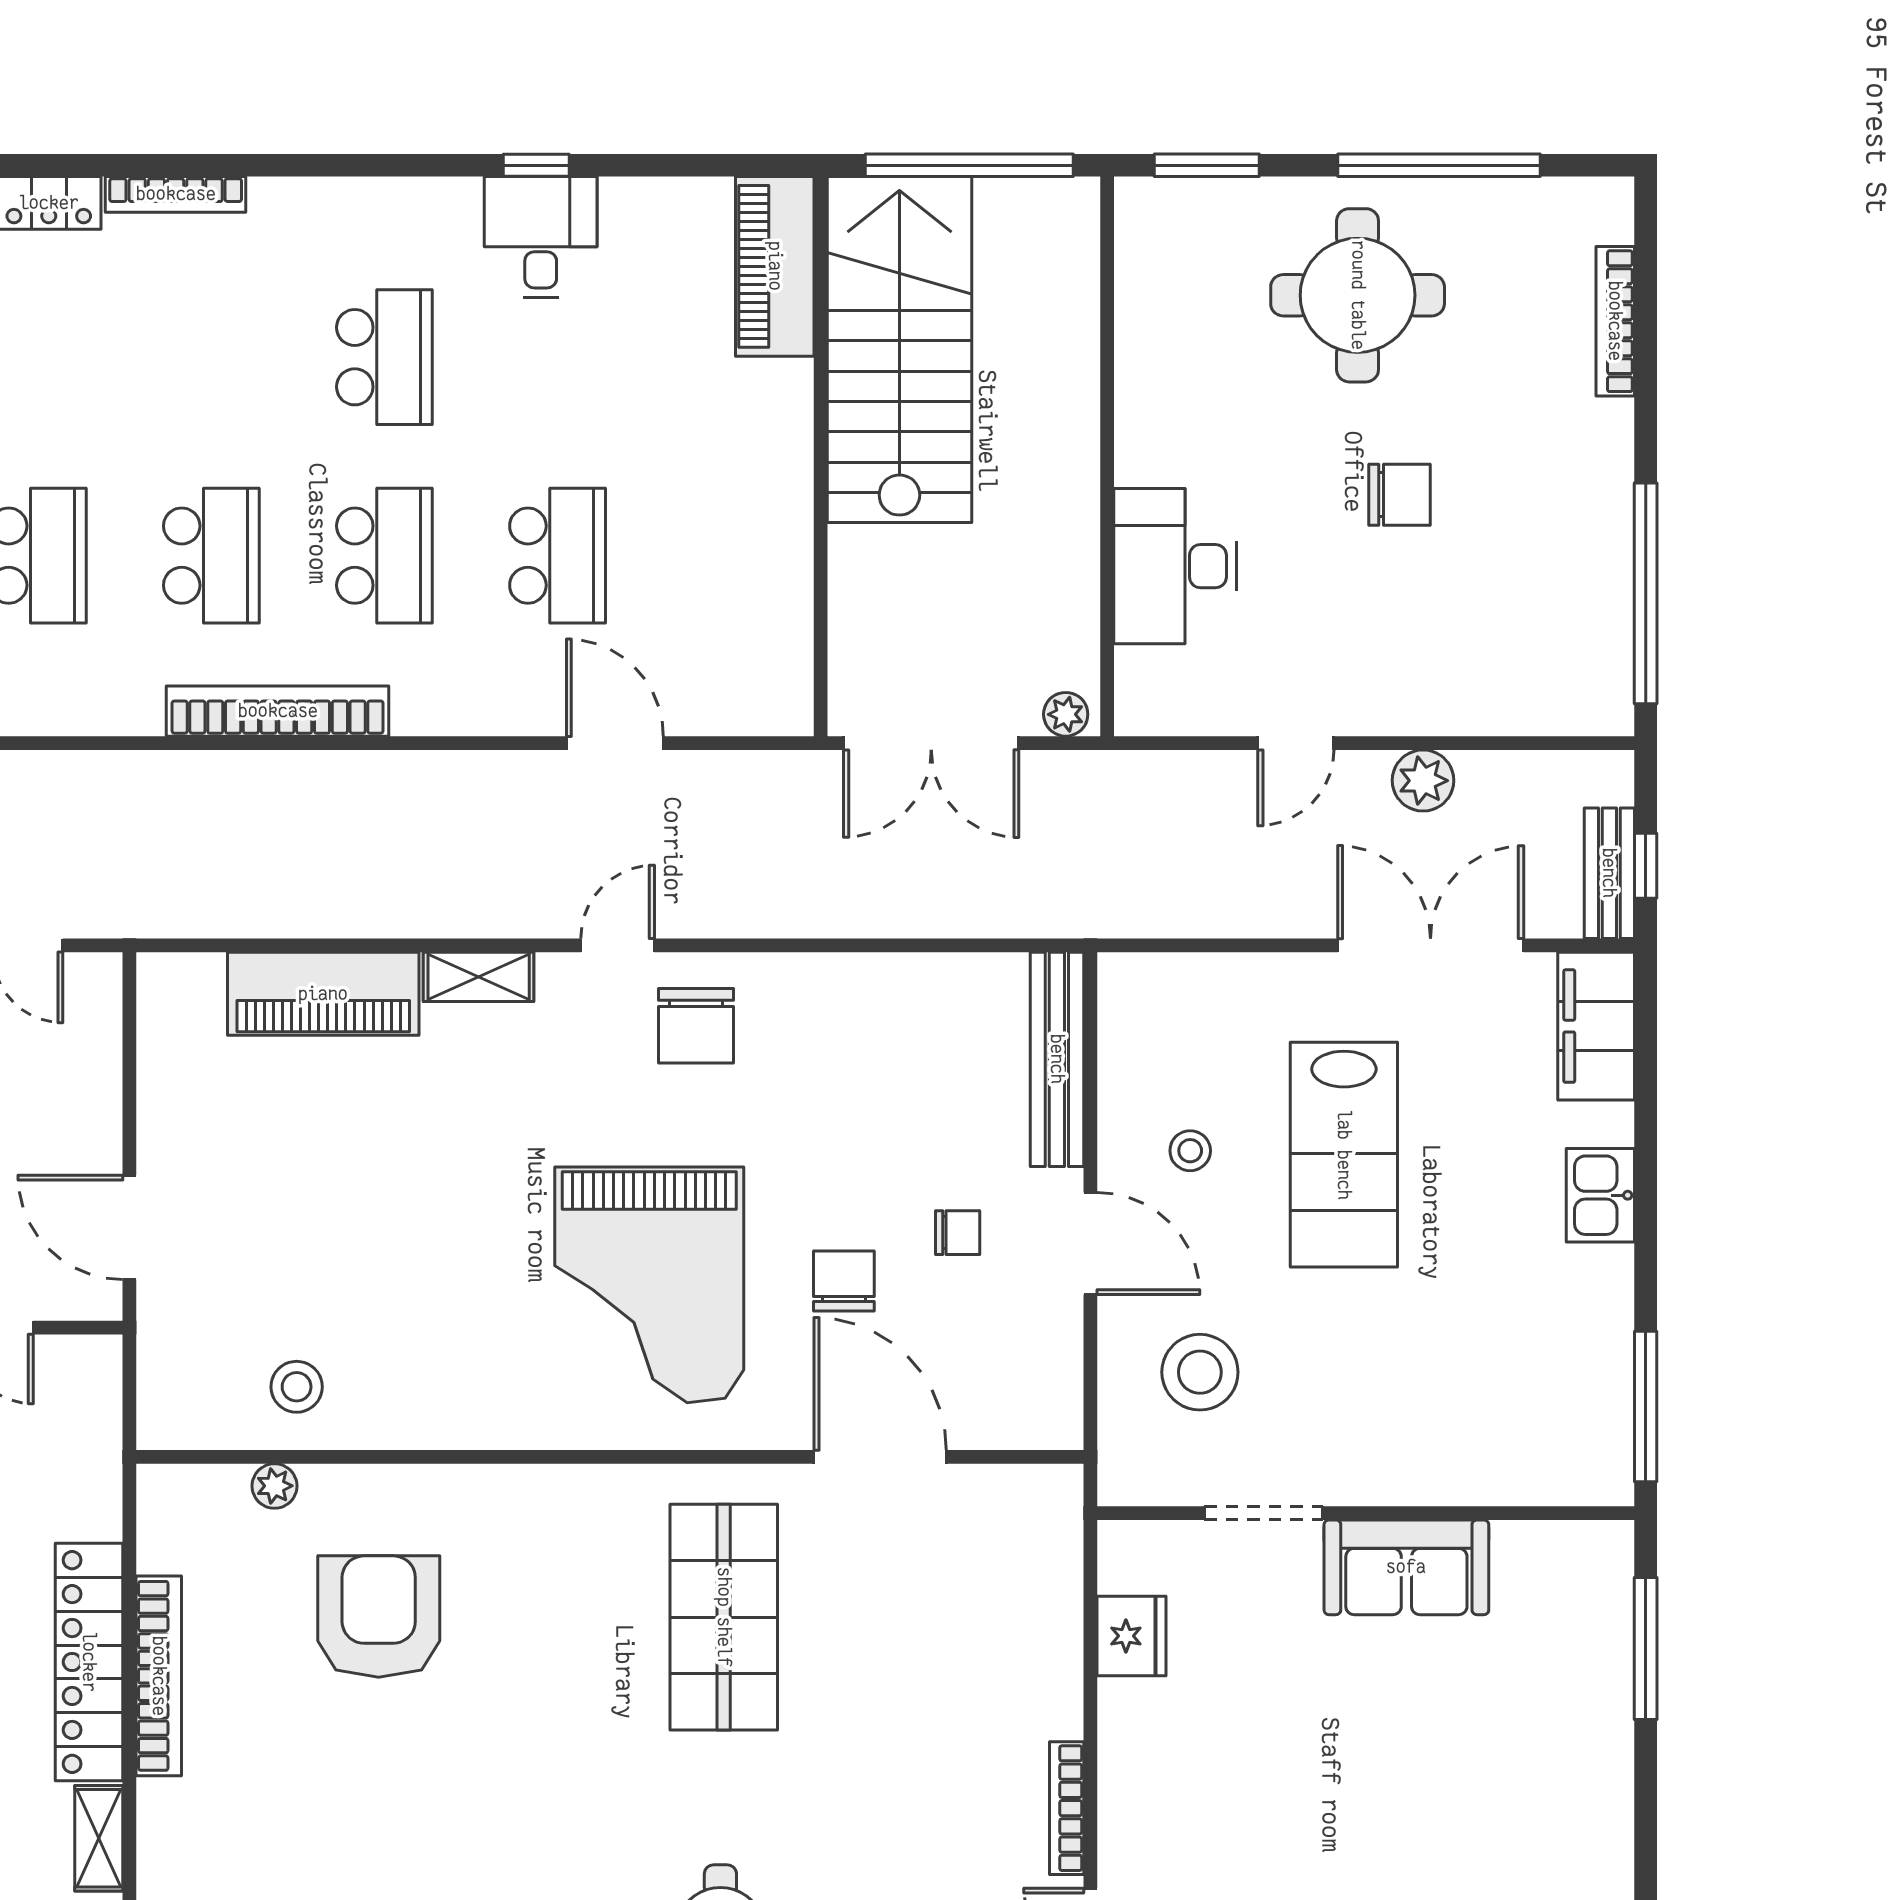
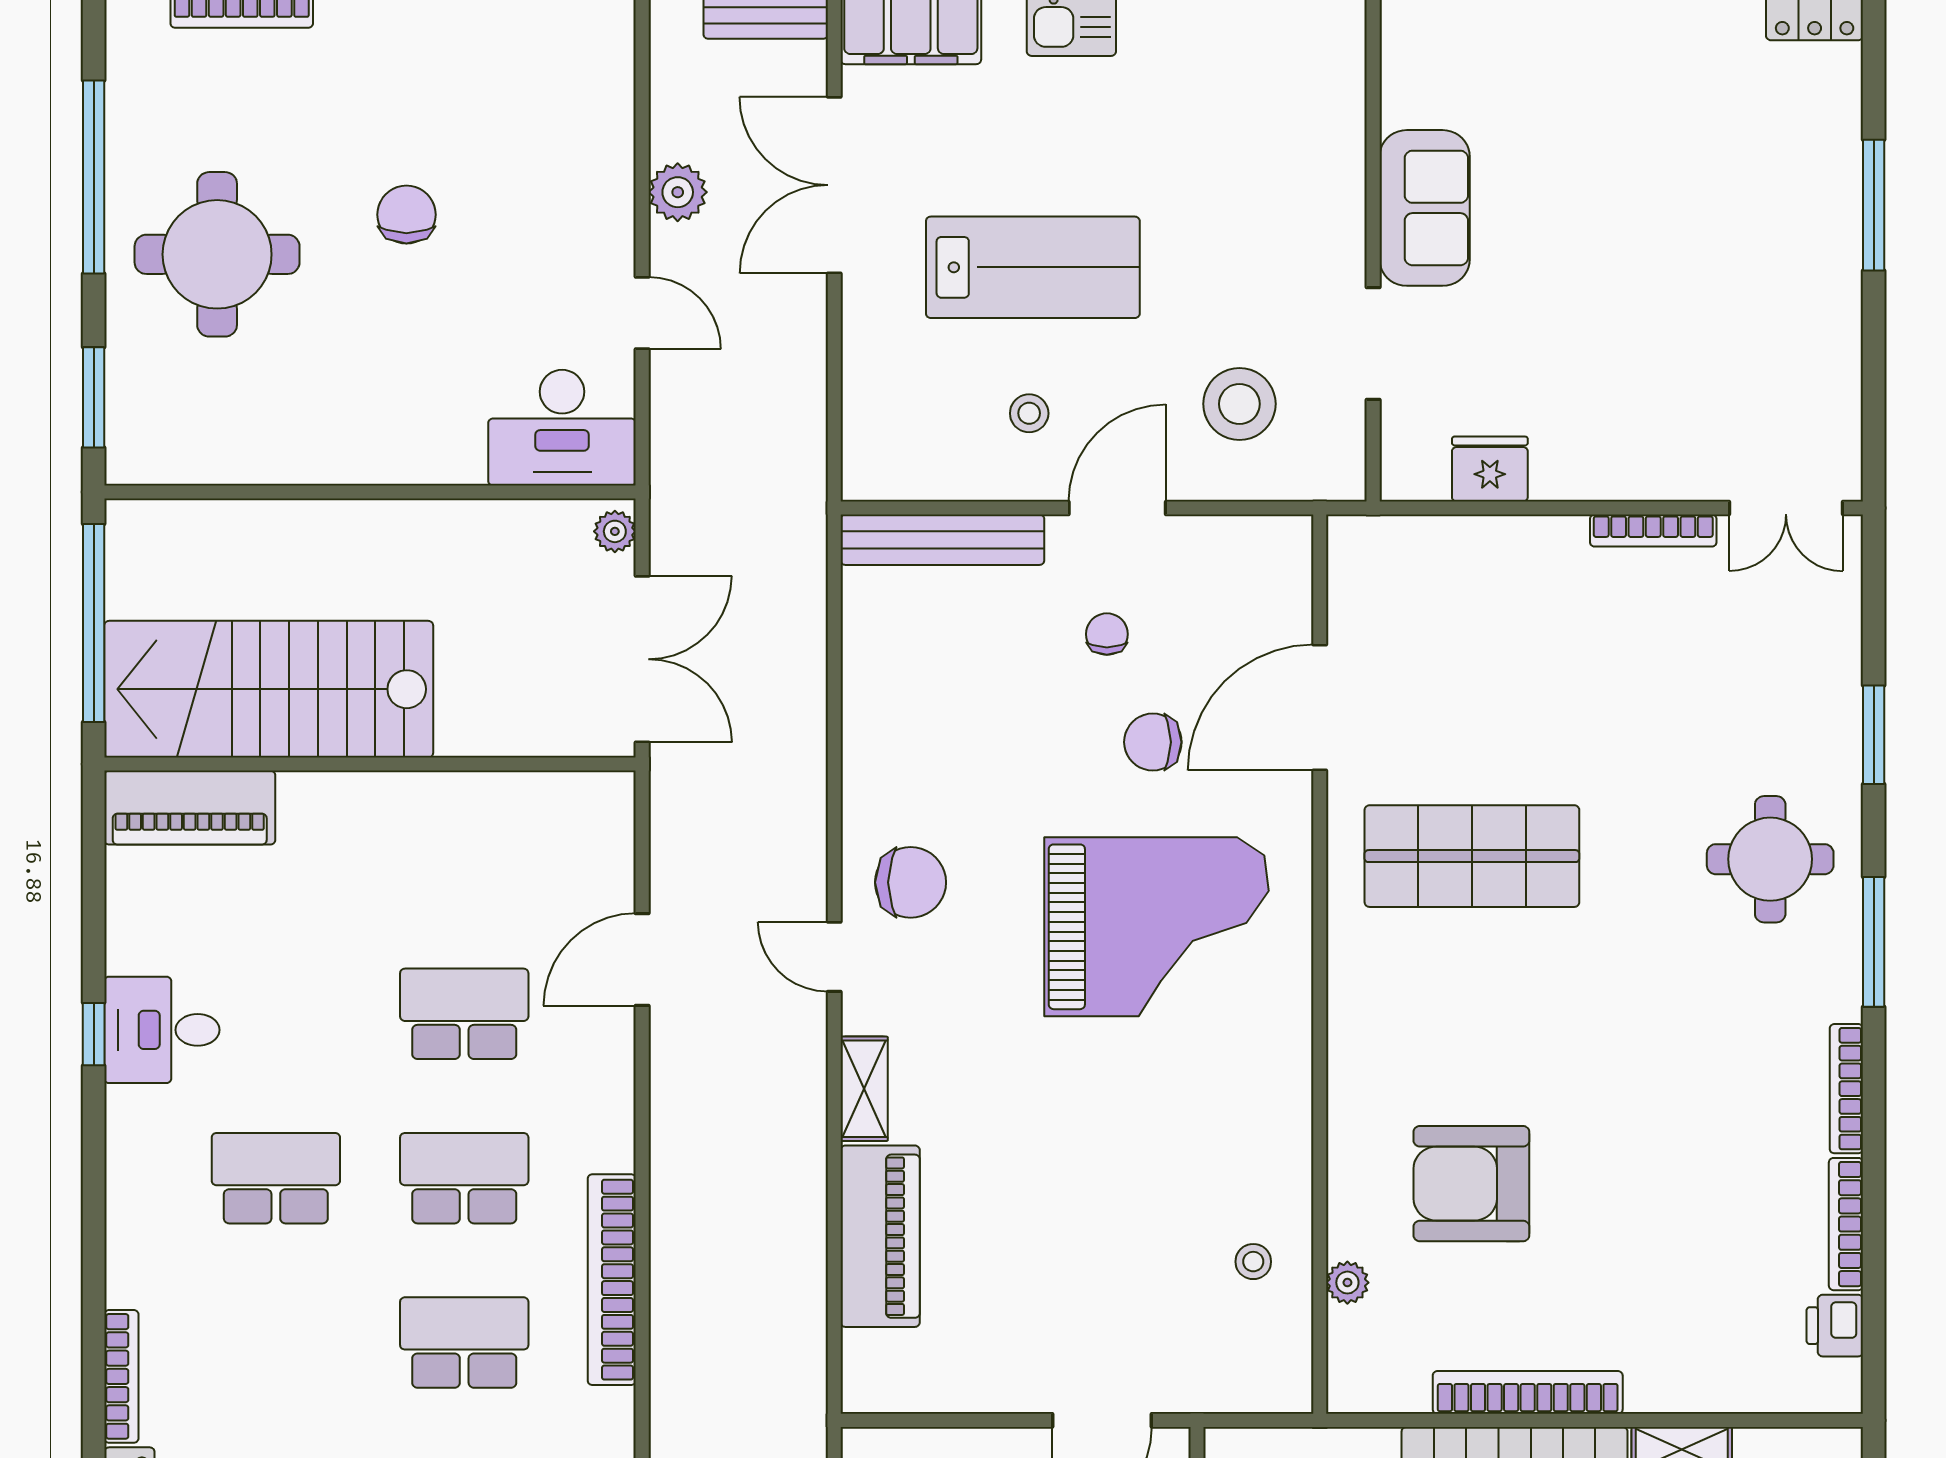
desk: (1175, 566) -> (562, 428), moved
stool: (297, 1387) -> (1253, 1262), width x0.73, depth x0.73

